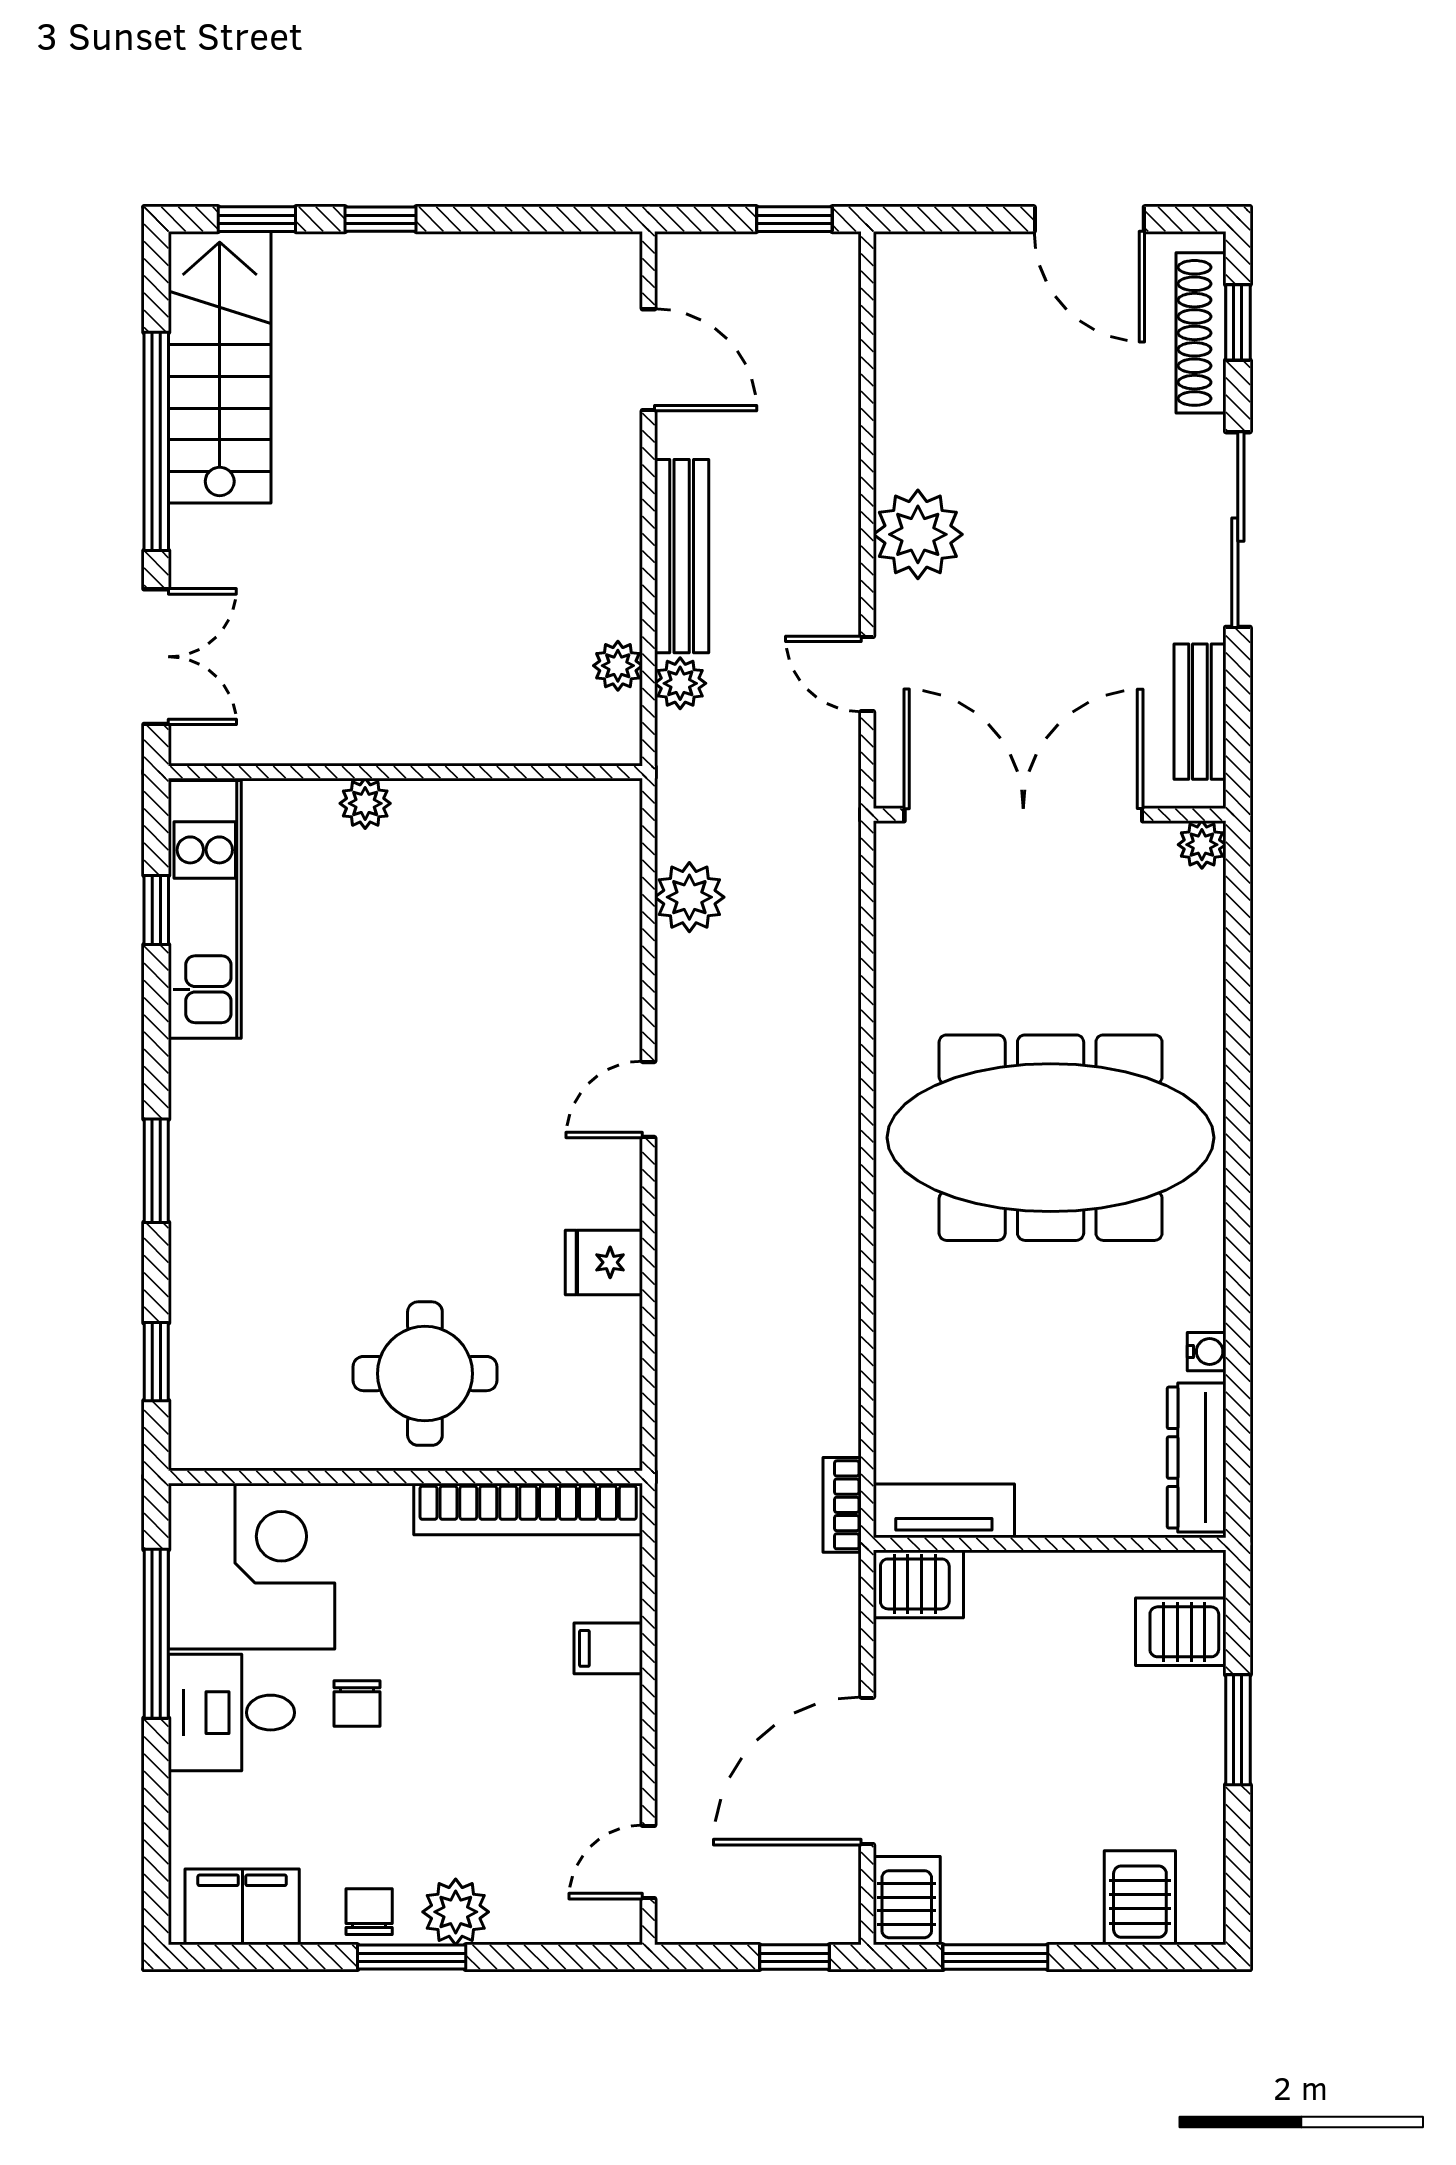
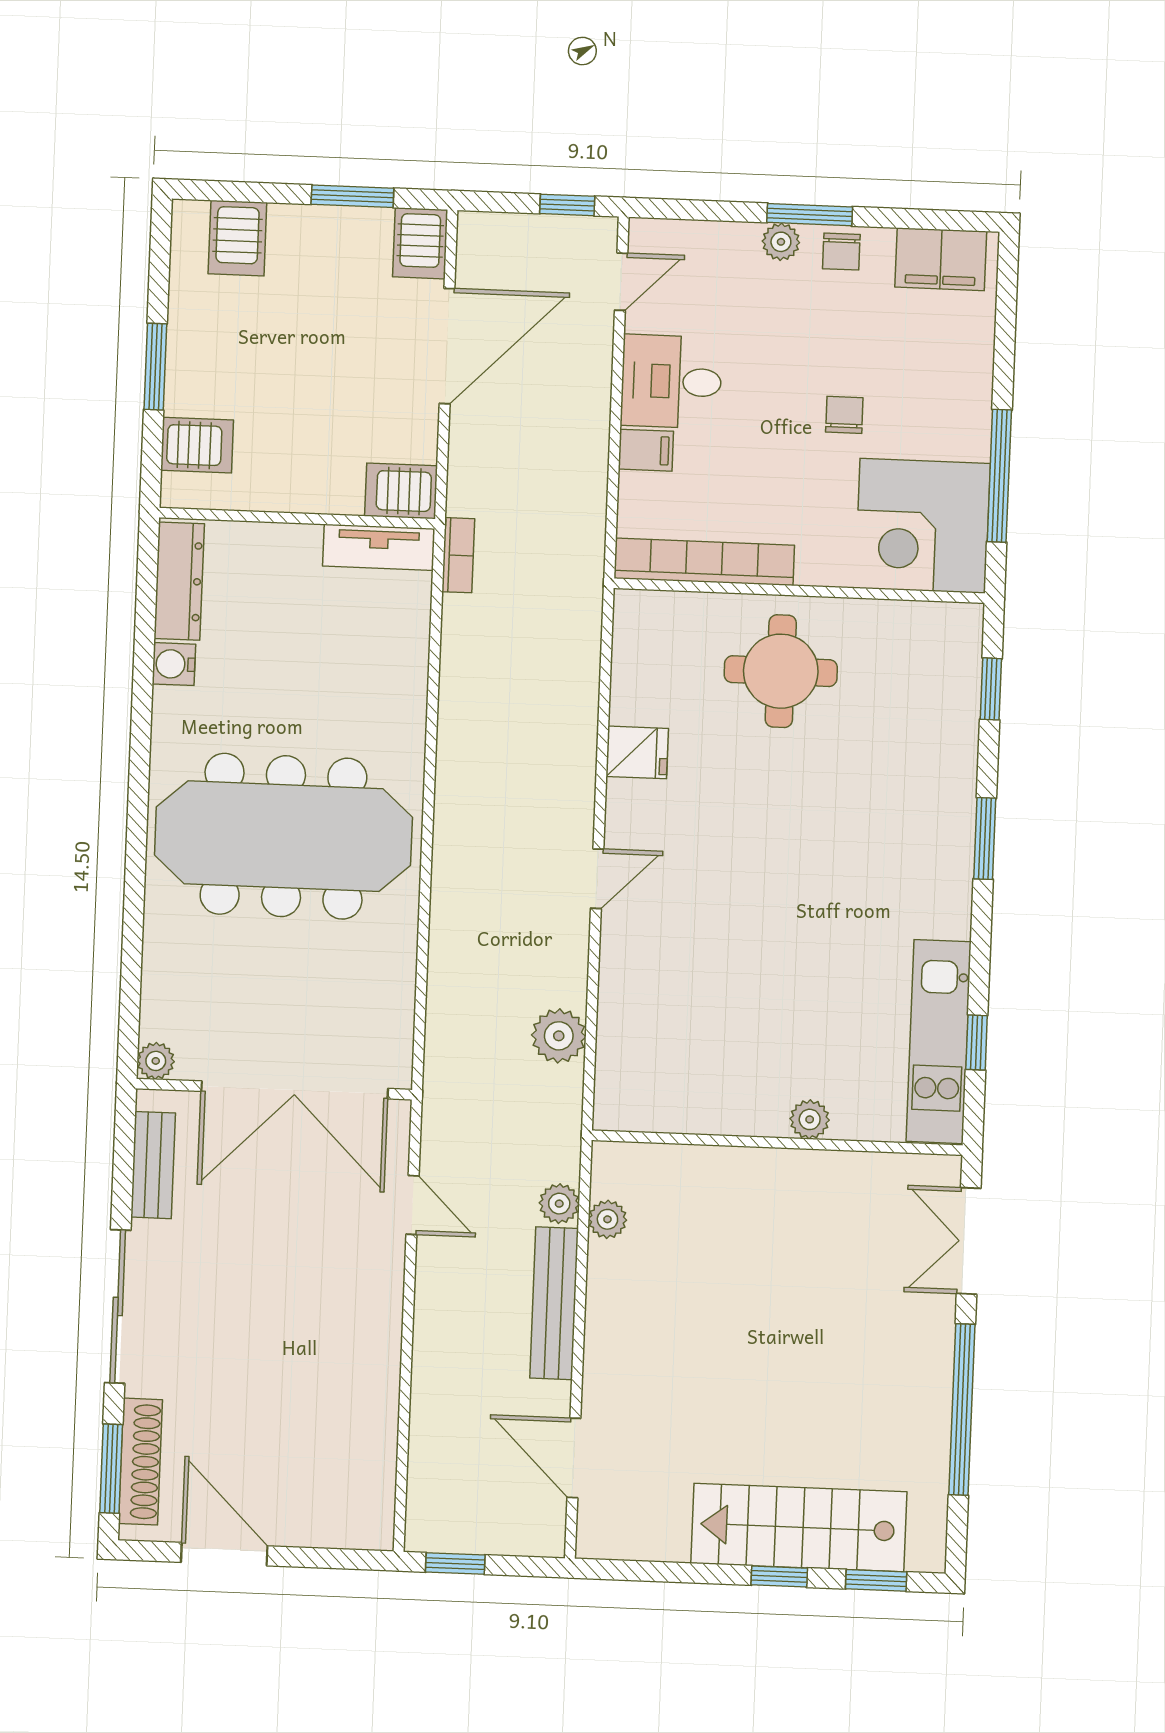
window: (1238, 322) -> (111, 1469), width x1.50
stairs: (220, 367) -> (799, 1527), moved, turned 90
plant: (918, 534) -> (368, 1313), removed
water cooler: (1207, 1352) -> (174, 664), width x1.38, depth x1.38
desk: (231, 1713) -> (671, 381), moved, turned 180
plant: (456, 1912) -> (781, 242), width x0.73, depth x0.73
window: (794, 1957) -> (567, 205), moved

